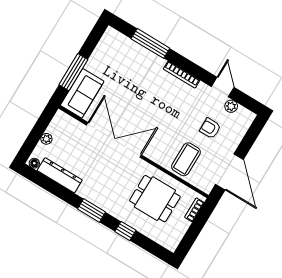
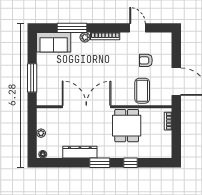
sofa: (82, 93) -> (54, 42), moved, turned 90
plant: (231, 106) -> (85, 37), moved
dresser: (60, 175) -> (80, 152), moved
dining table: (155, 199) -> (127, 126), moved, turned 90

